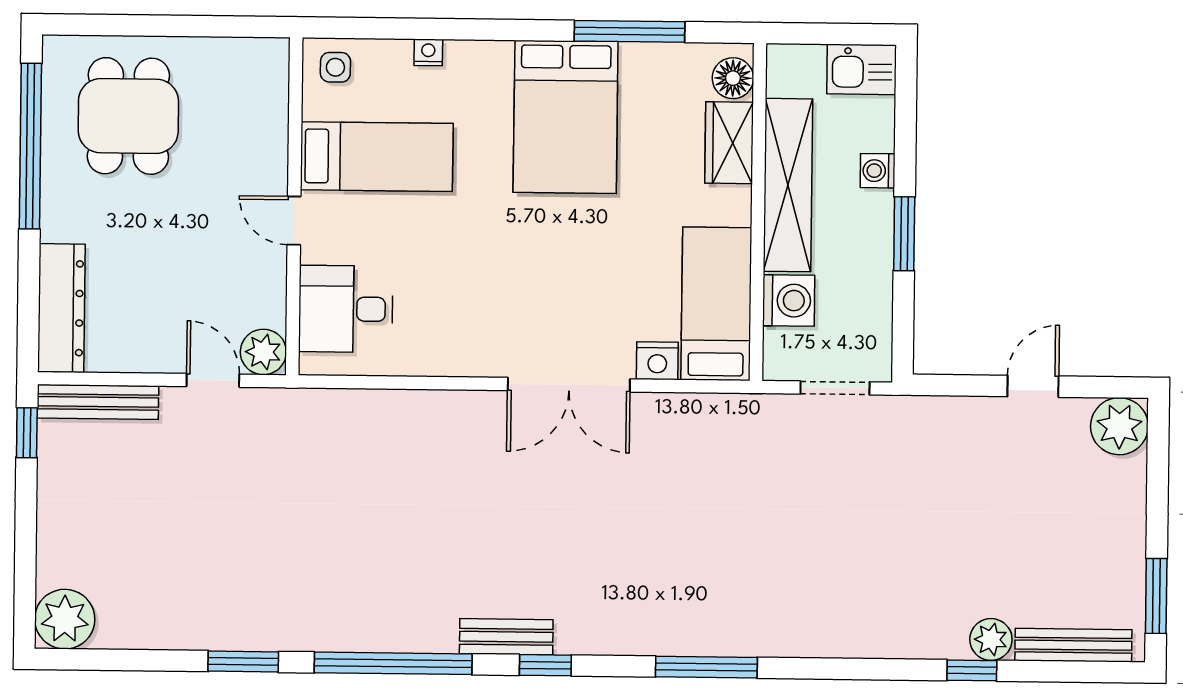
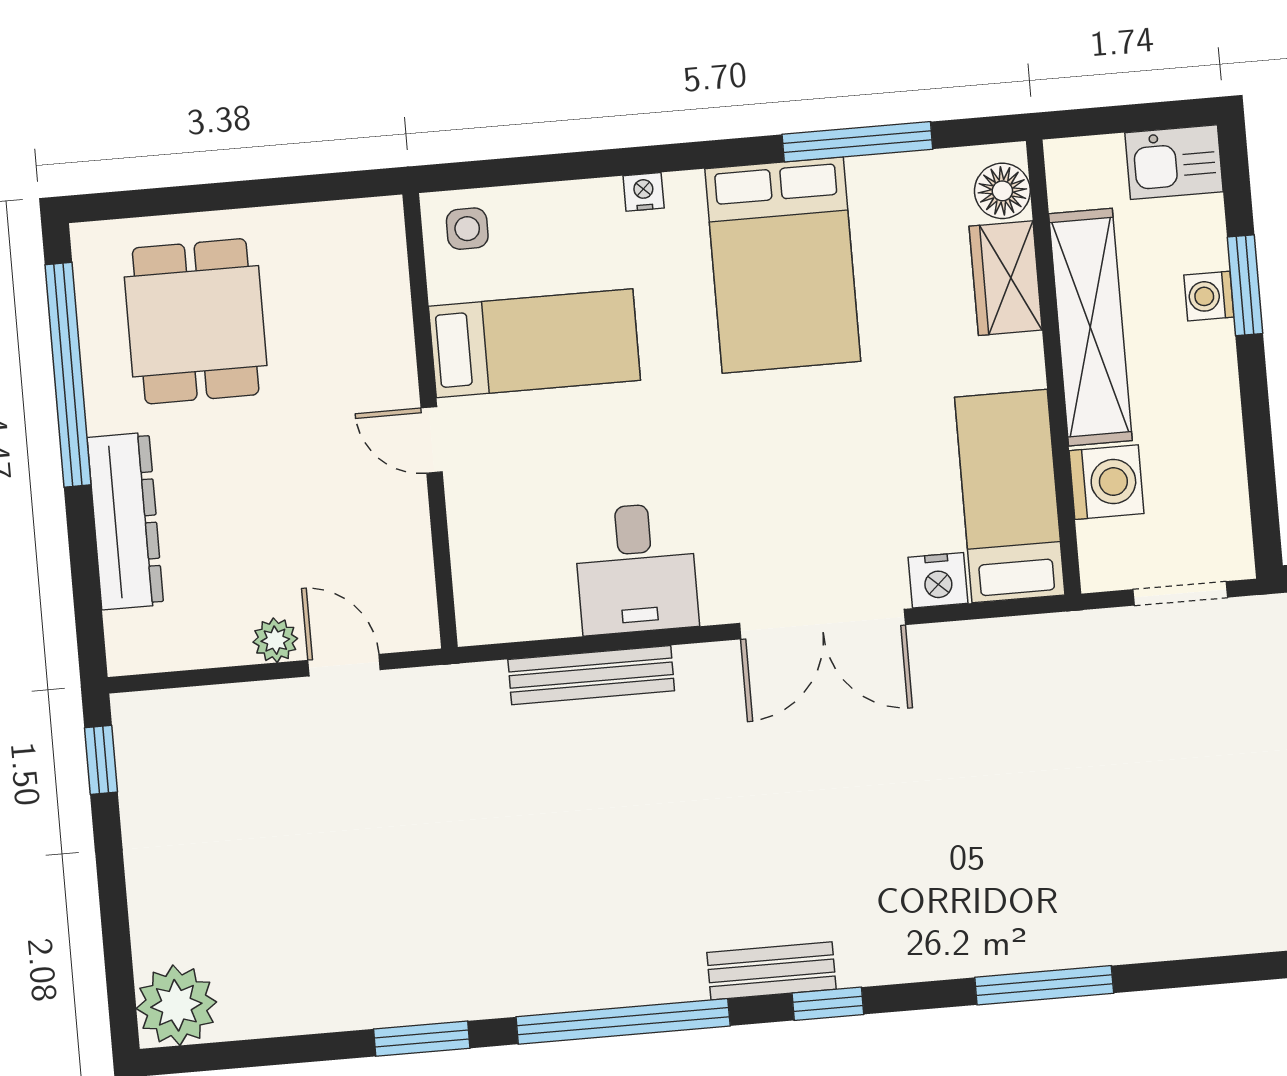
nightstand: (428, 52) -> (644, 192), moved
window: (904, 234) -> (1245, 285), moved
dresser: (61, 308) -> (125, 521), moved
desk: (346, 309) -> (636, 568), moved, turned -90
plant: (263, 352) -> (275, 640), moved, width x0.73, depth x0.73
bench: (98, 402) -> (591, 675), moved

